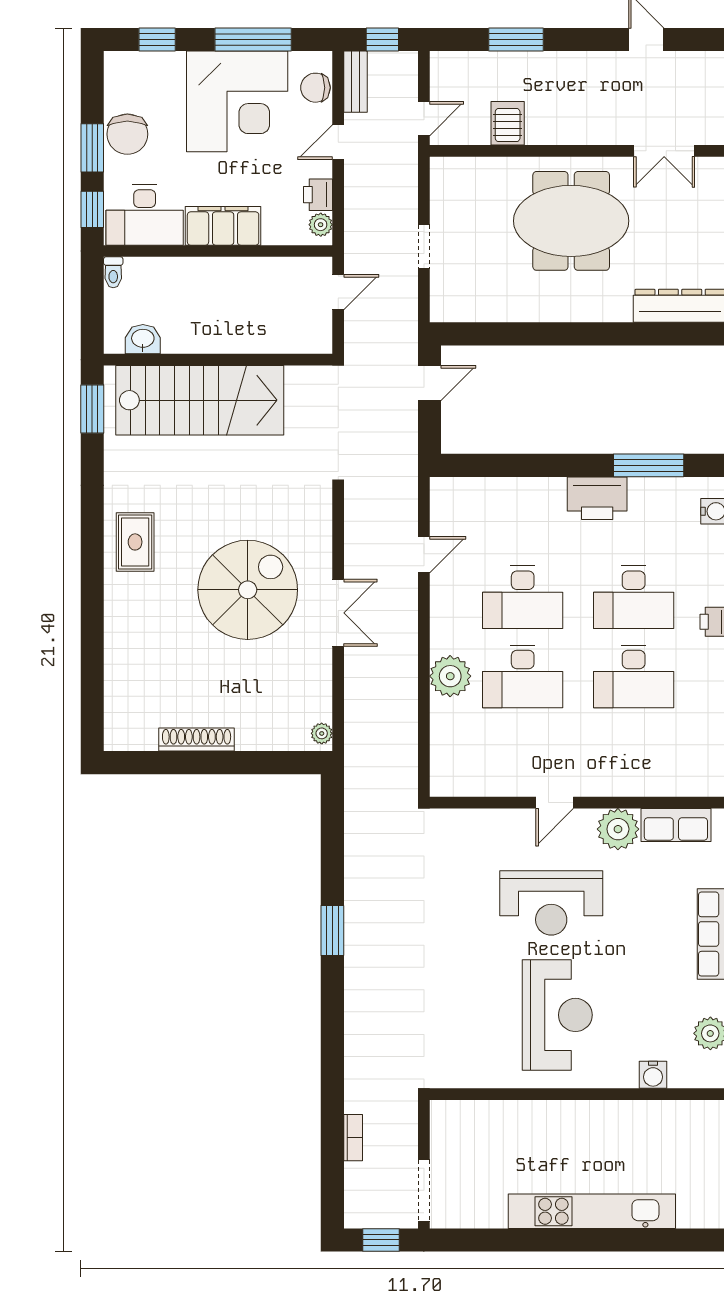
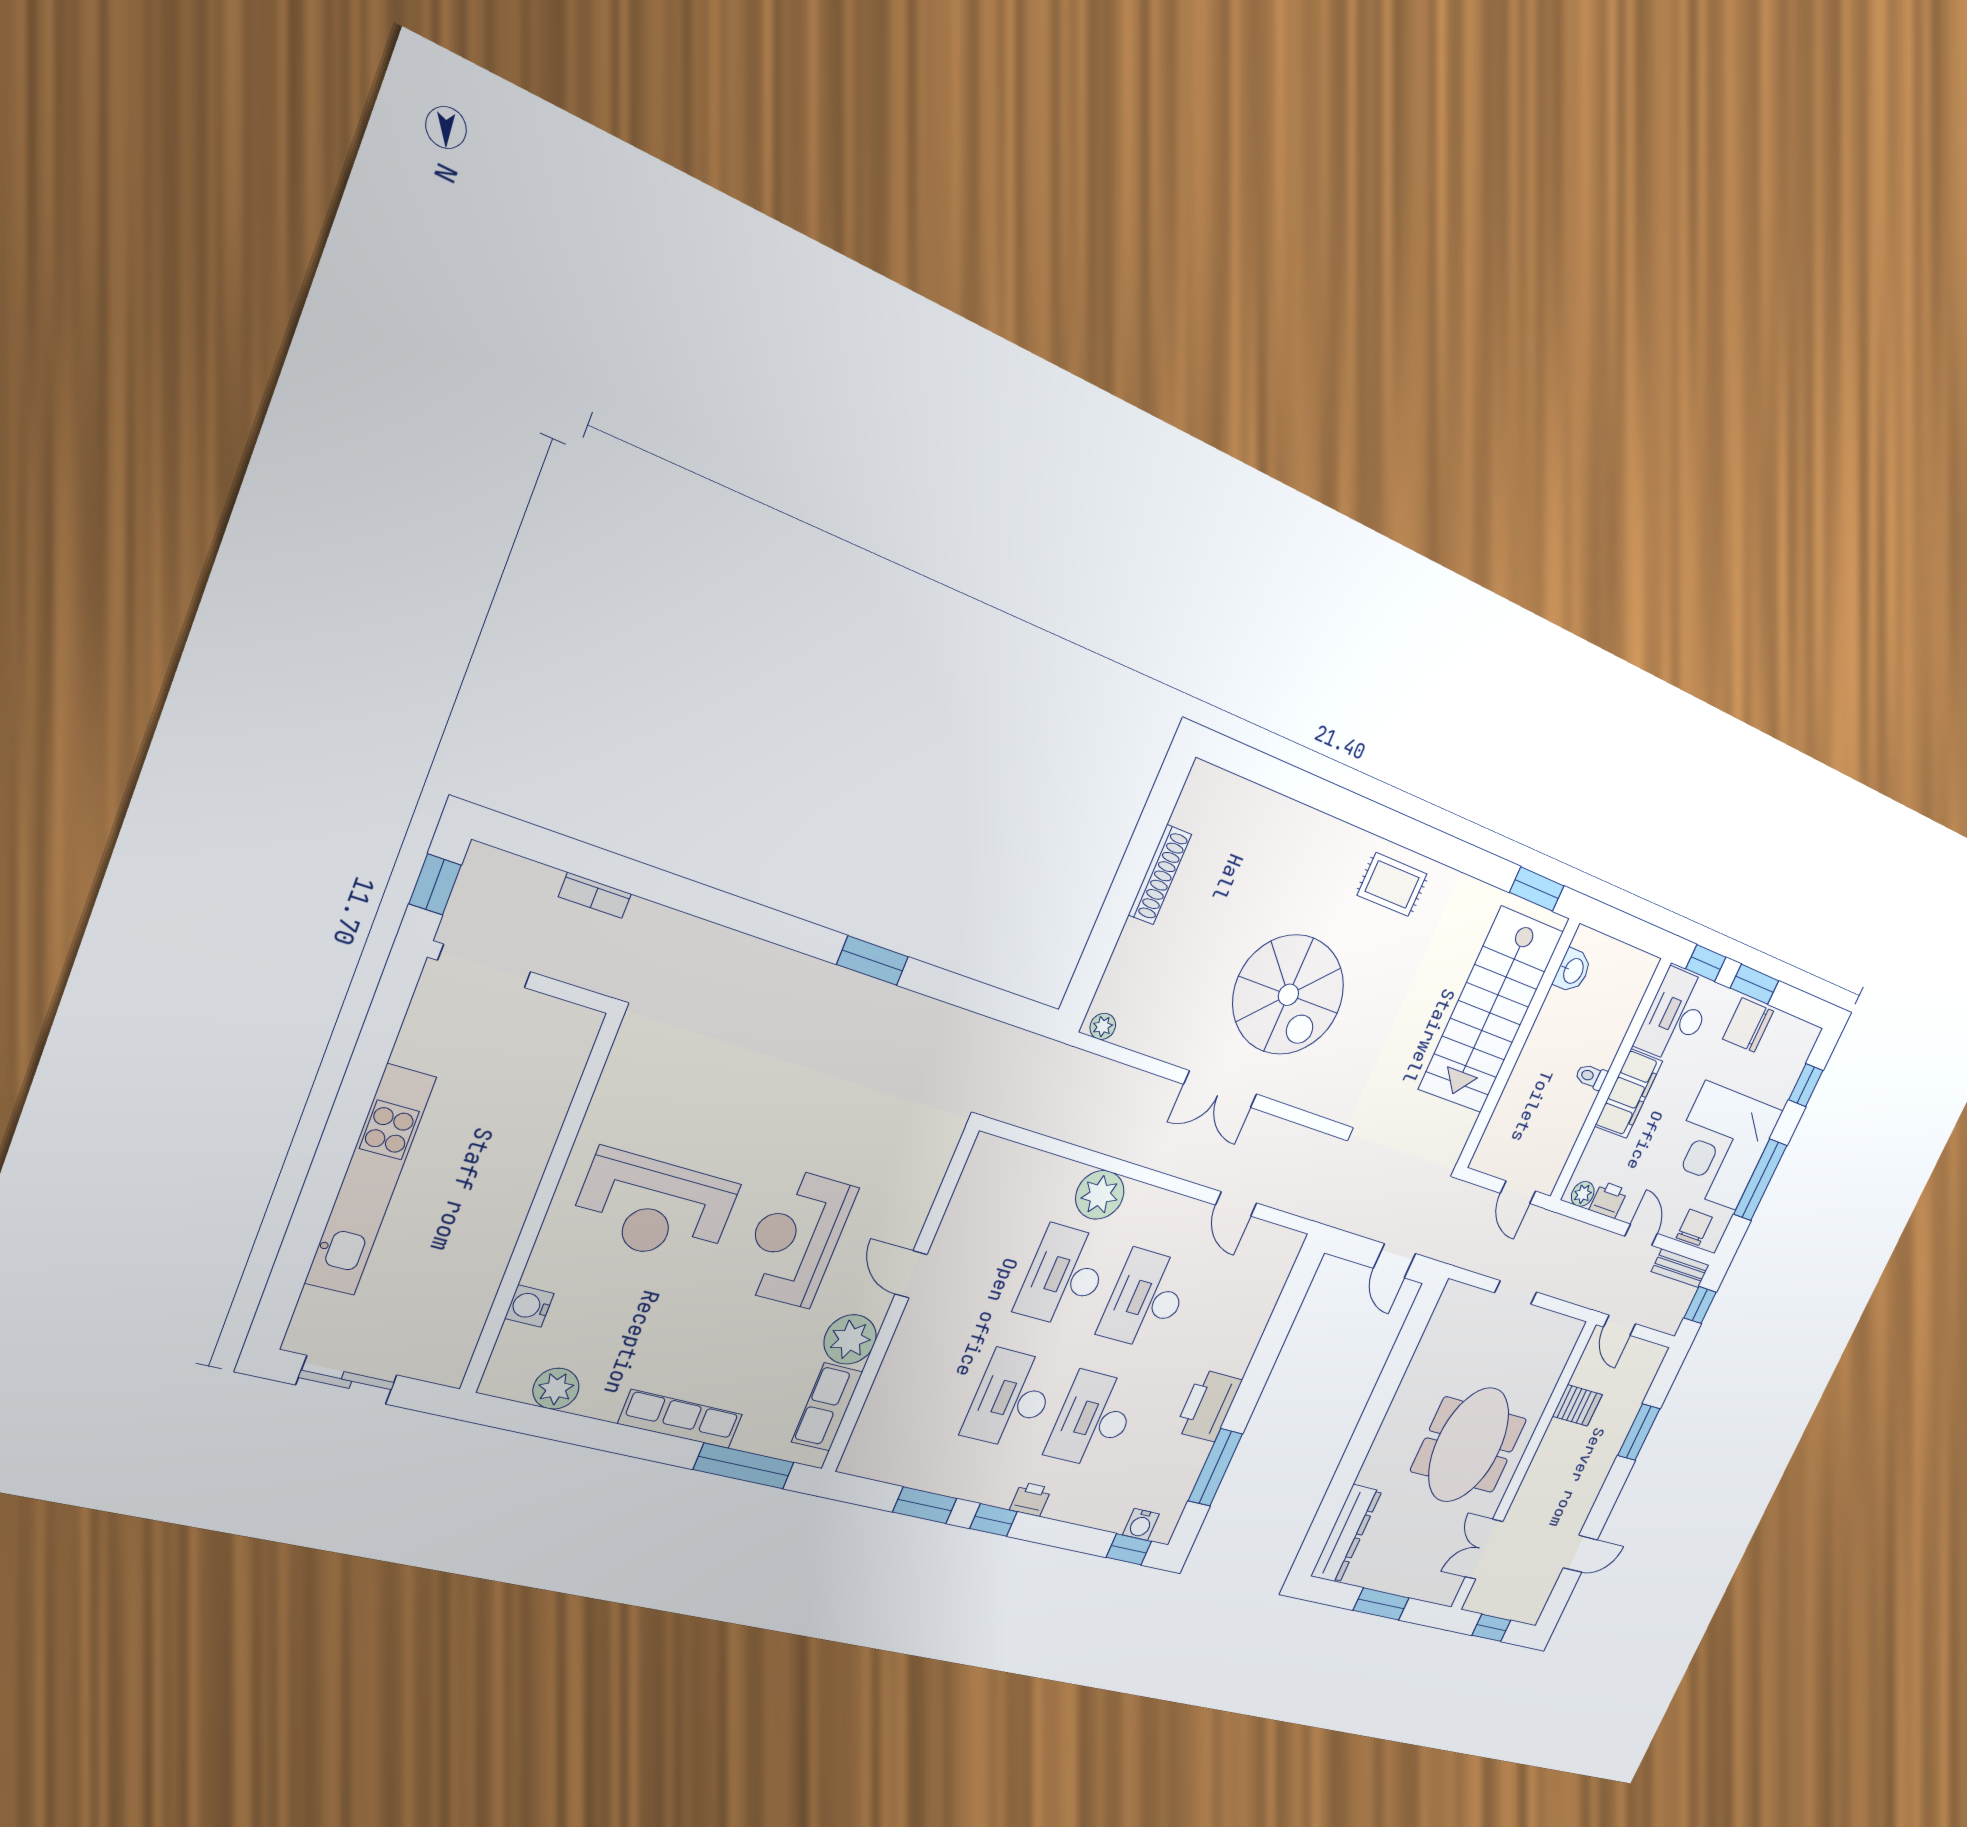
toilet: (113, 272) -> (1591, 1077), moved

